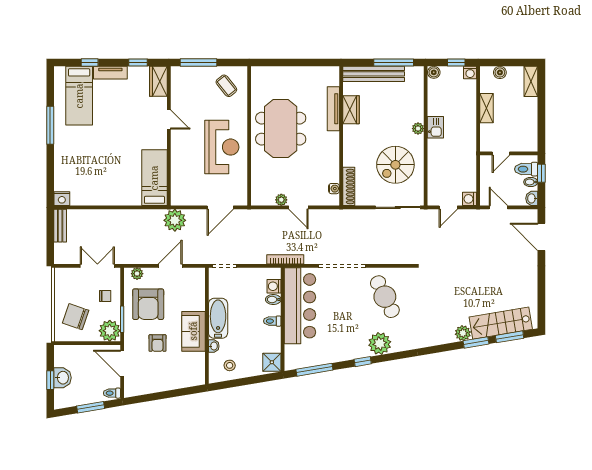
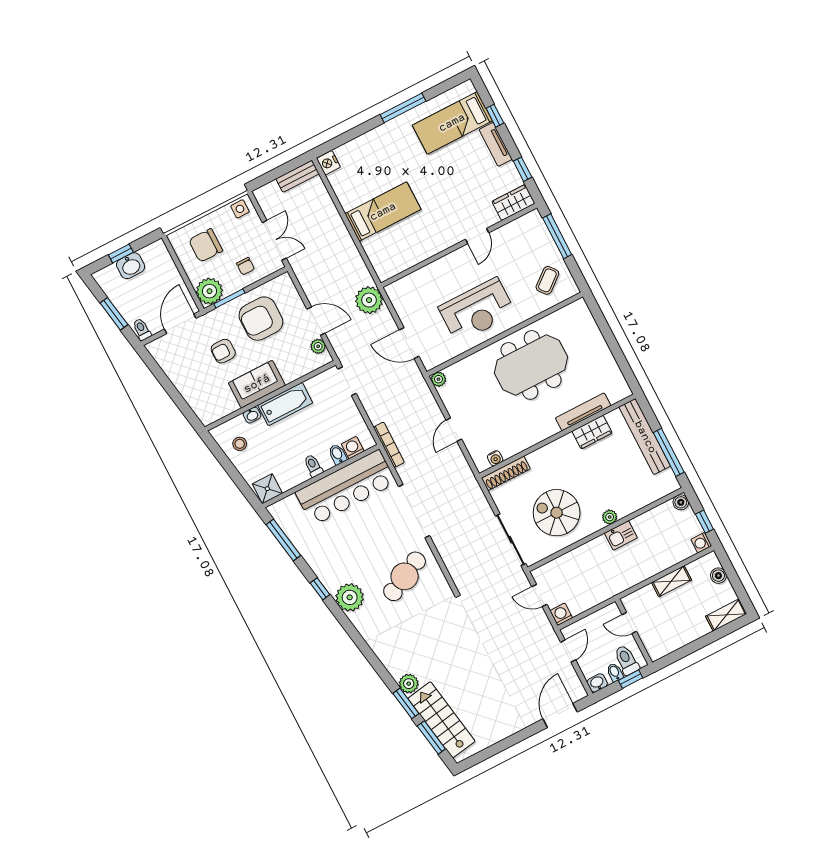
bed: (154, 178) -> (383, 212), moved
plant: (281, 200) -> (439, 379), moved
plant: (137, 274) -> (318, 346), moved
side table: (62, 279) -> (240, 209), added
chair: (76, 317) -> (206, 245), turned -109

